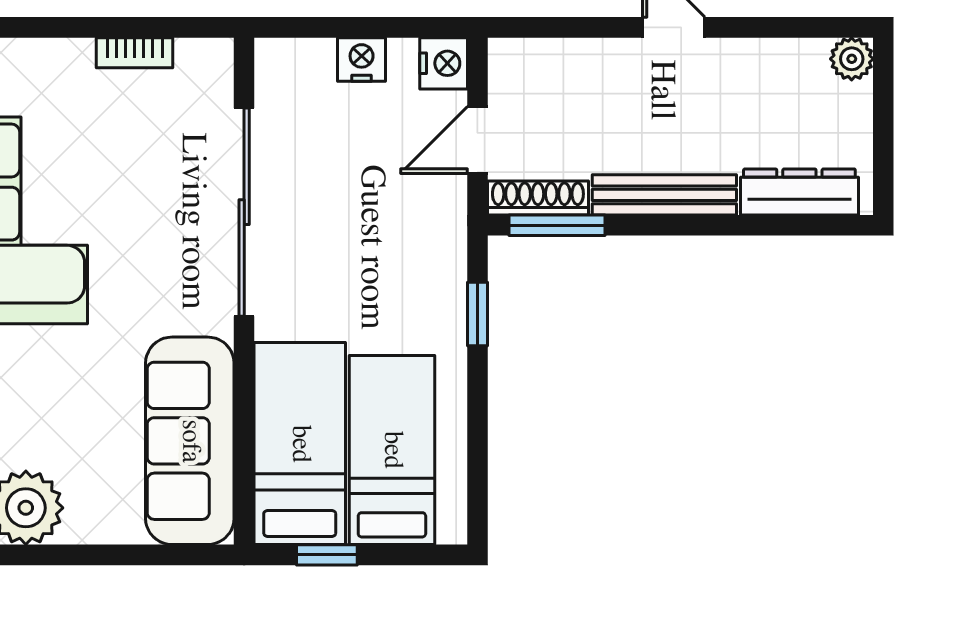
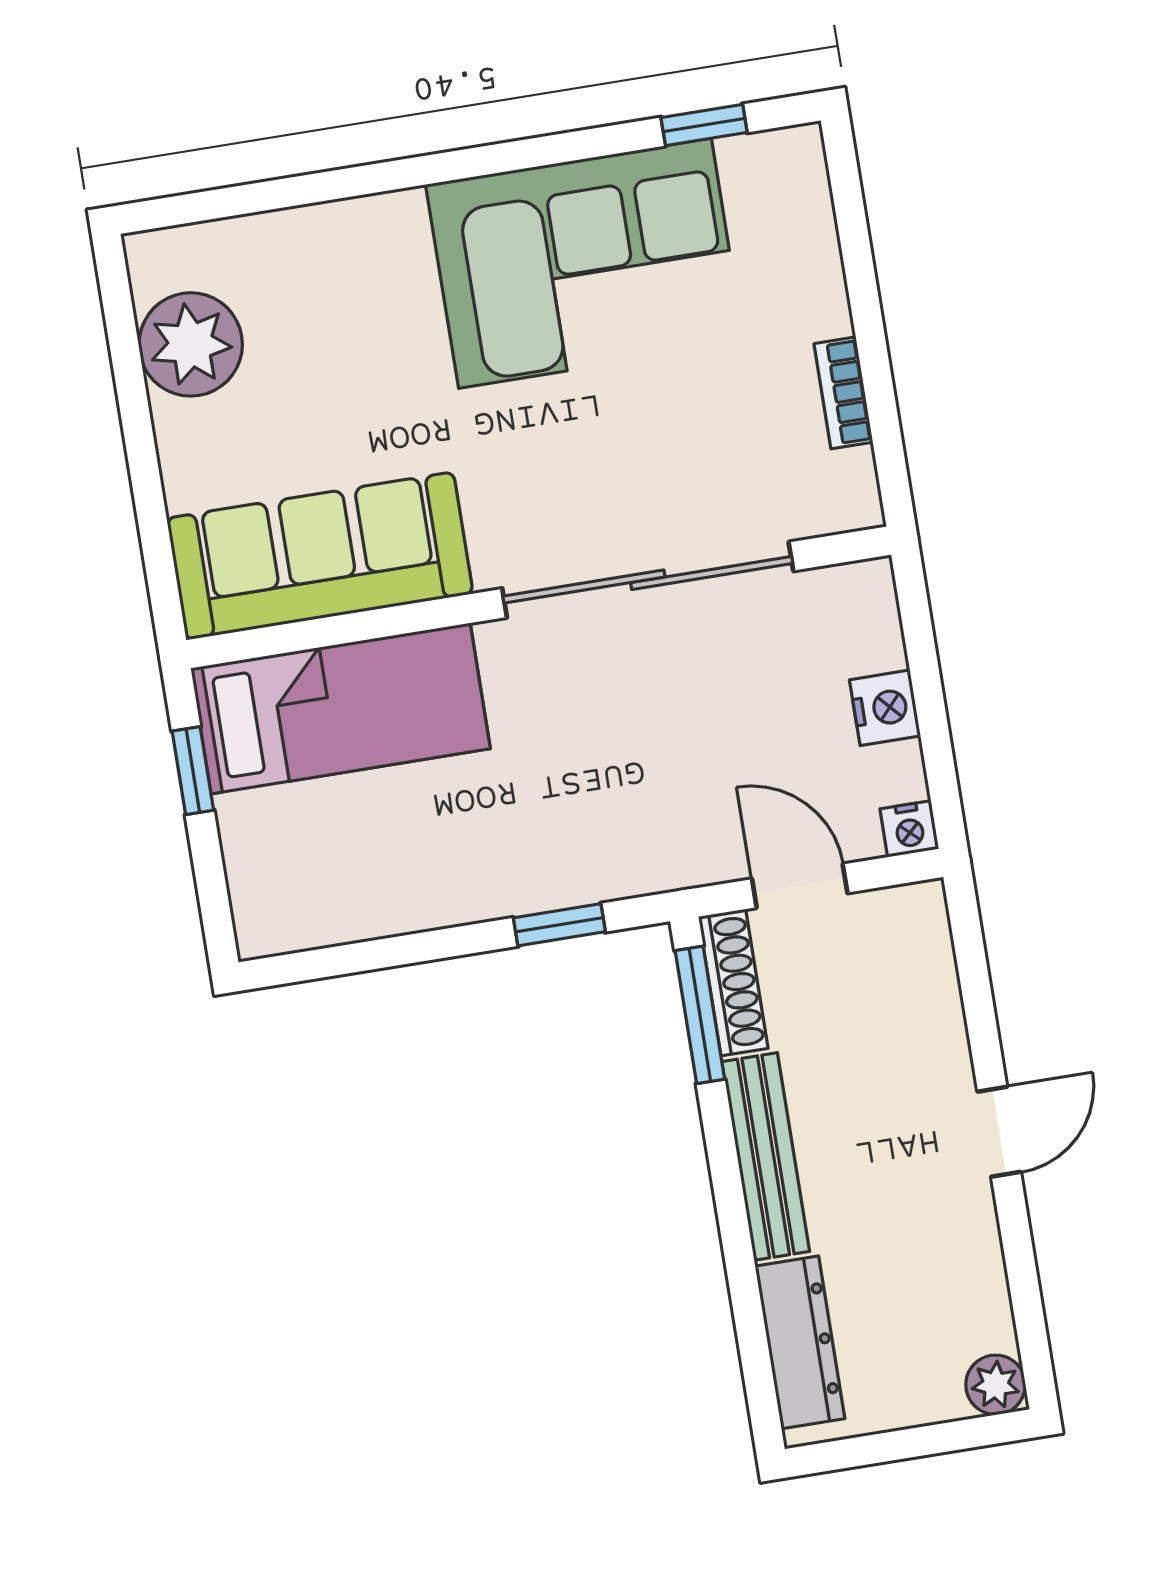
nightstand: (444, 63) -> (909, 829), width x0.72, depth x0.74
bed: (392, 450) -> (352, 837), removed

